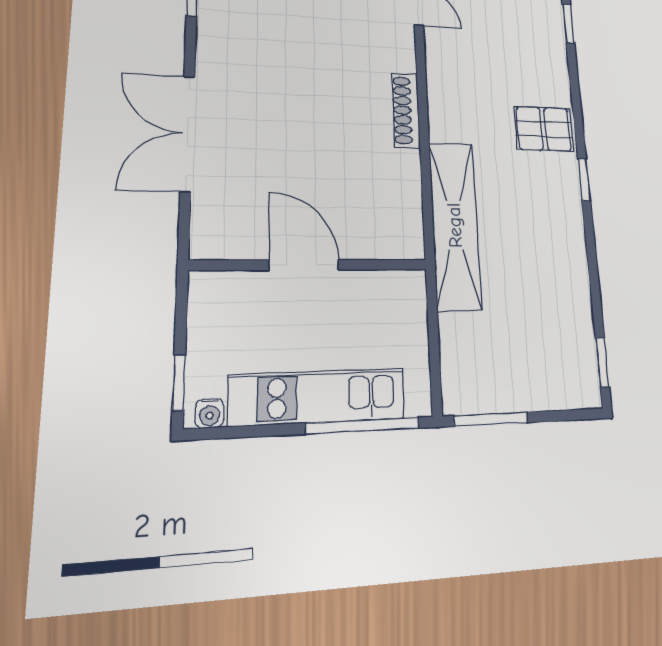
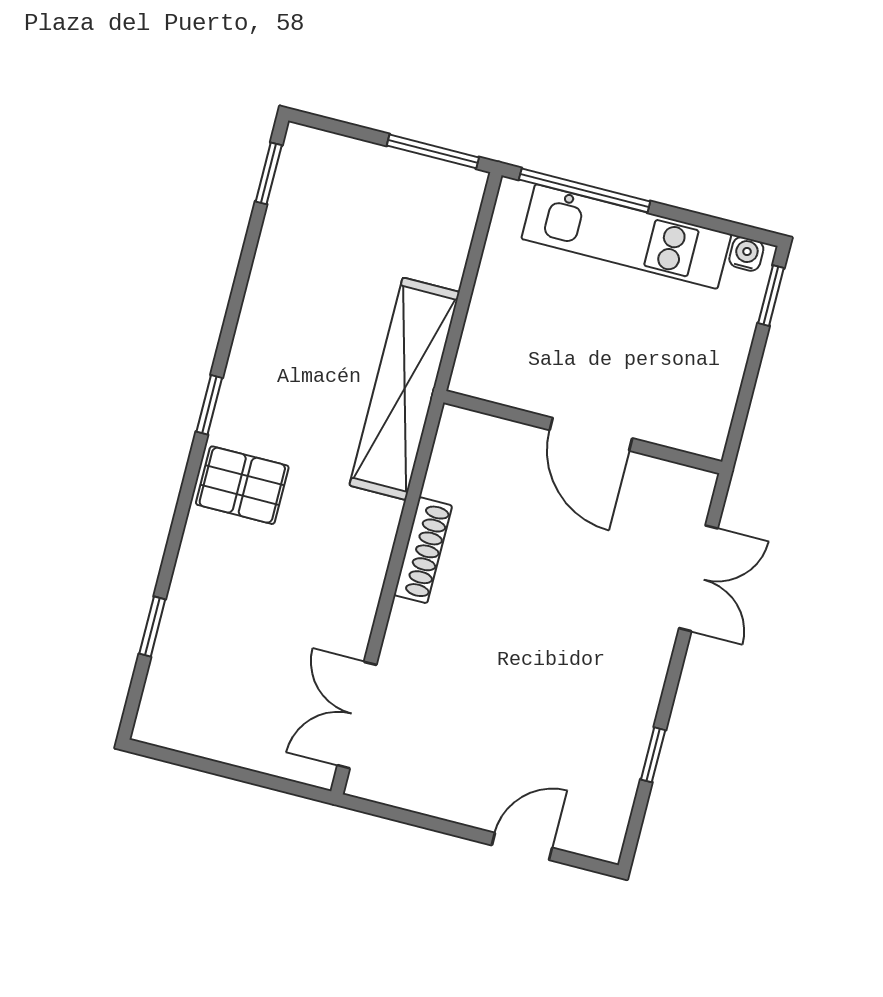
double door: (187, 133) -> (698, 578), width x0.73
door: (304, 265) -> (591, 434), moved
wall: (311, 265) -> (583, 432), moved

